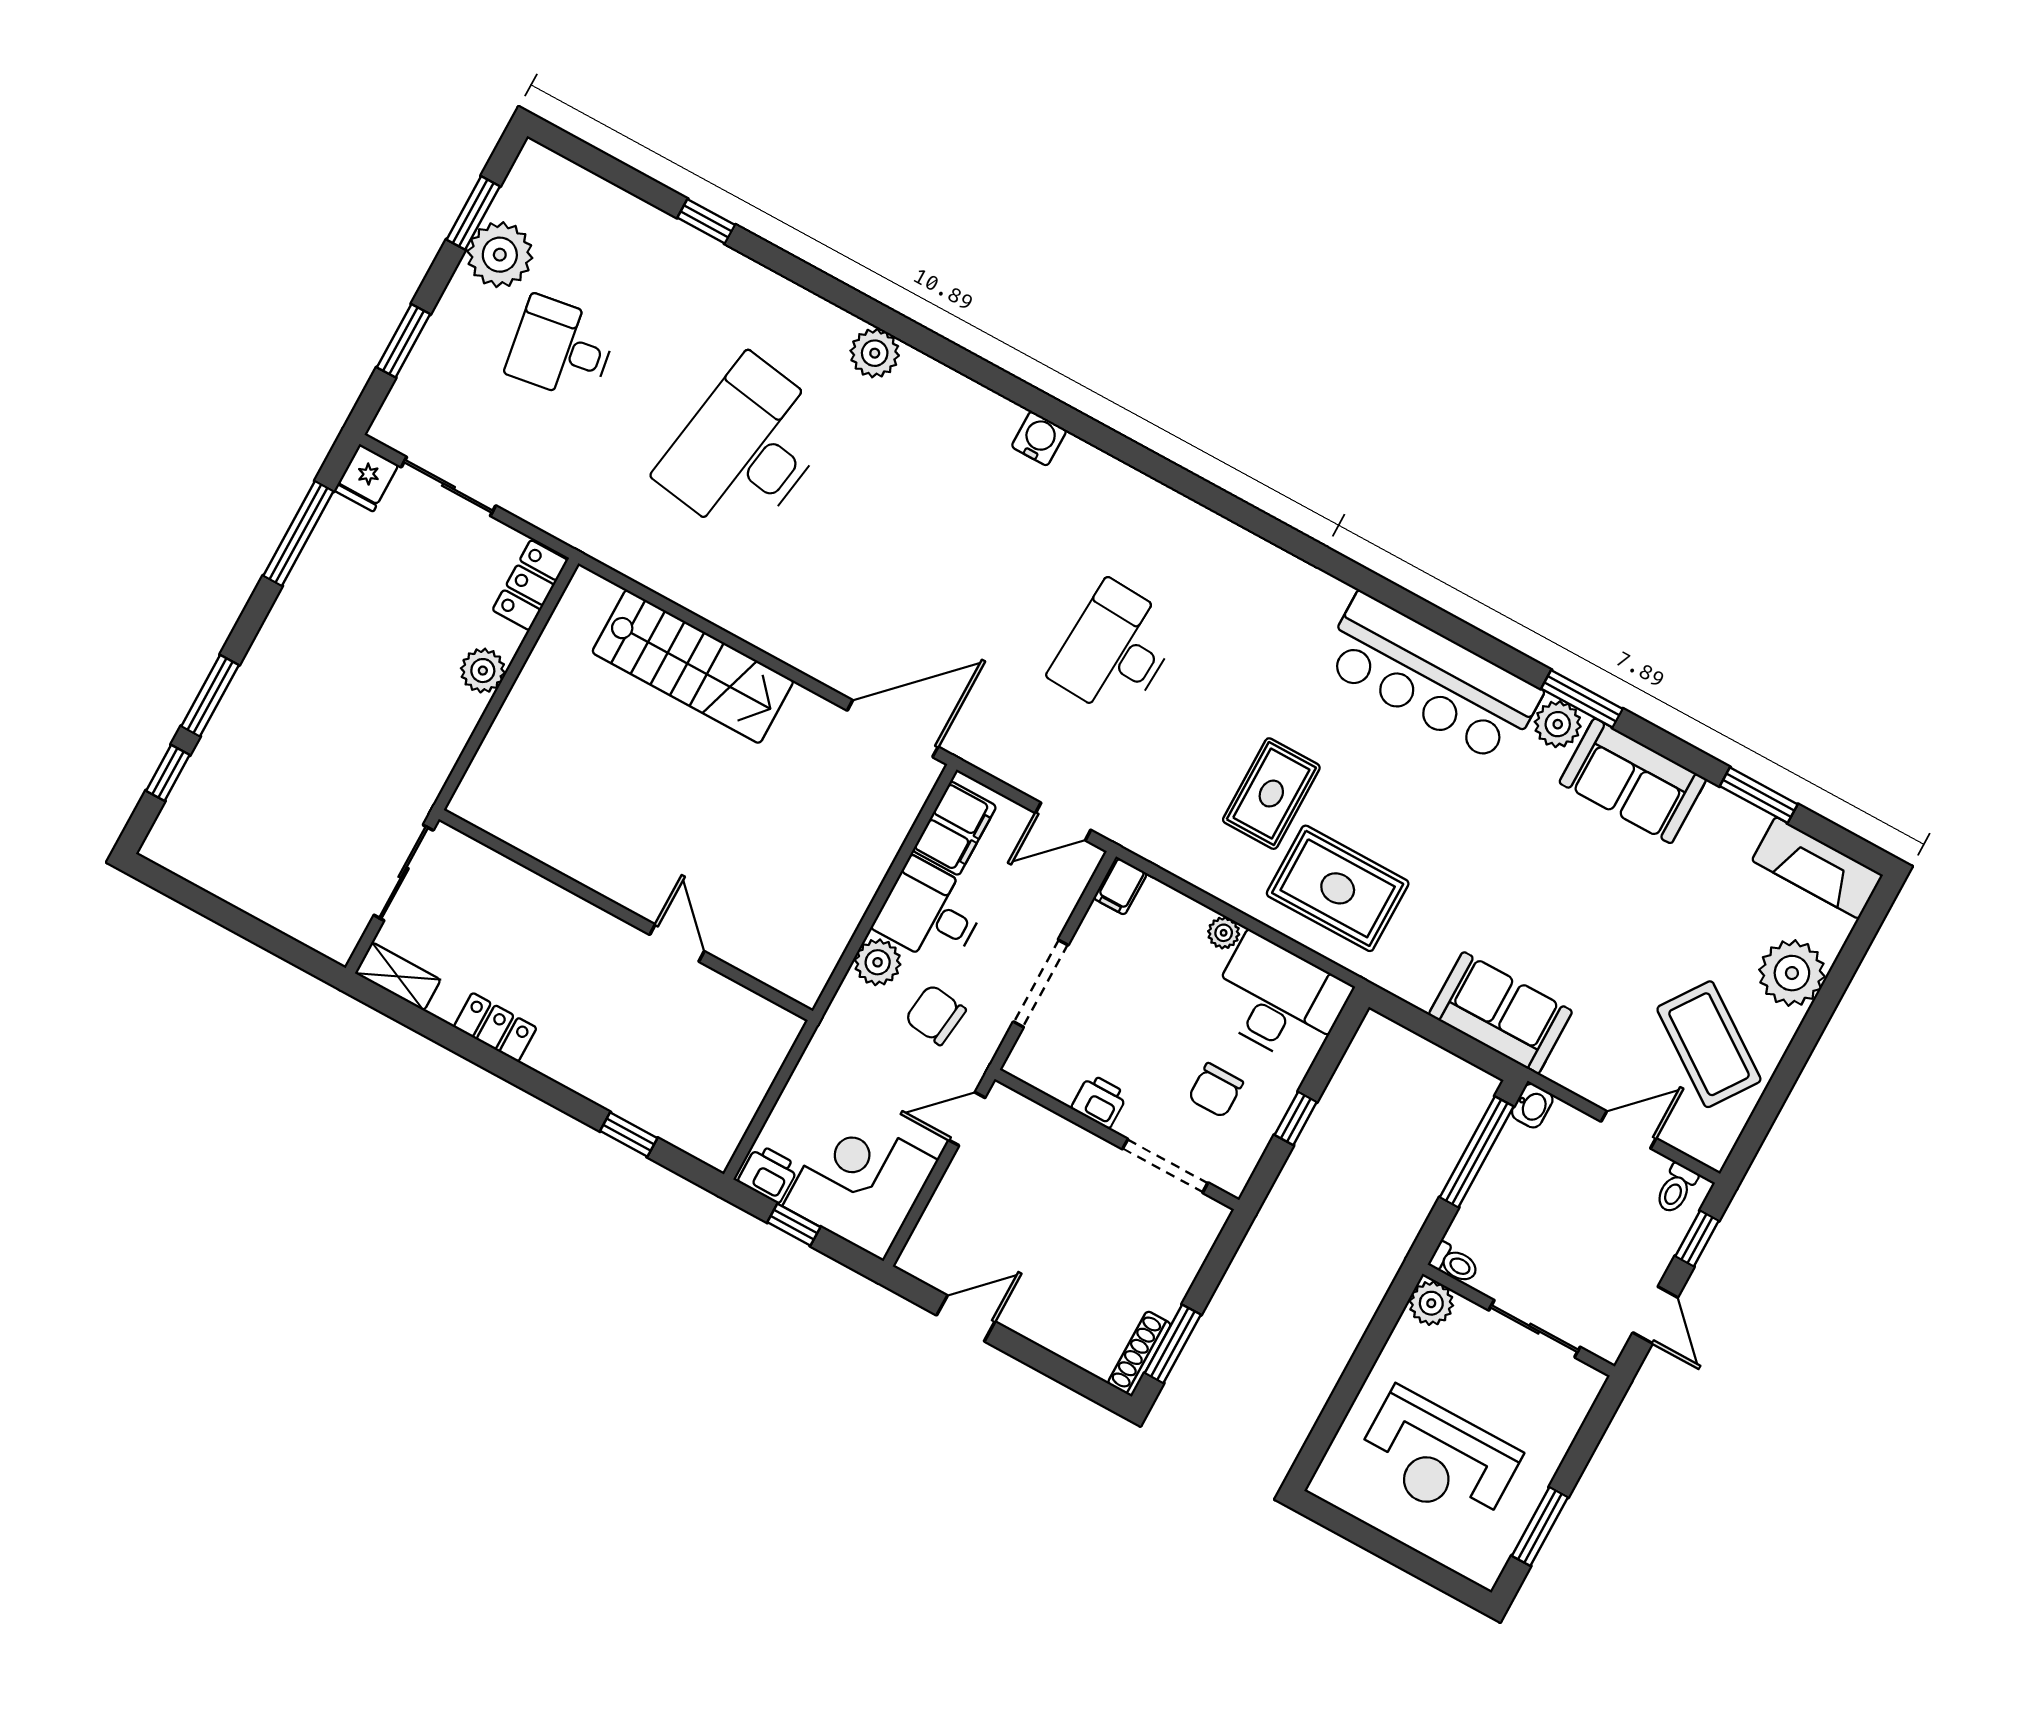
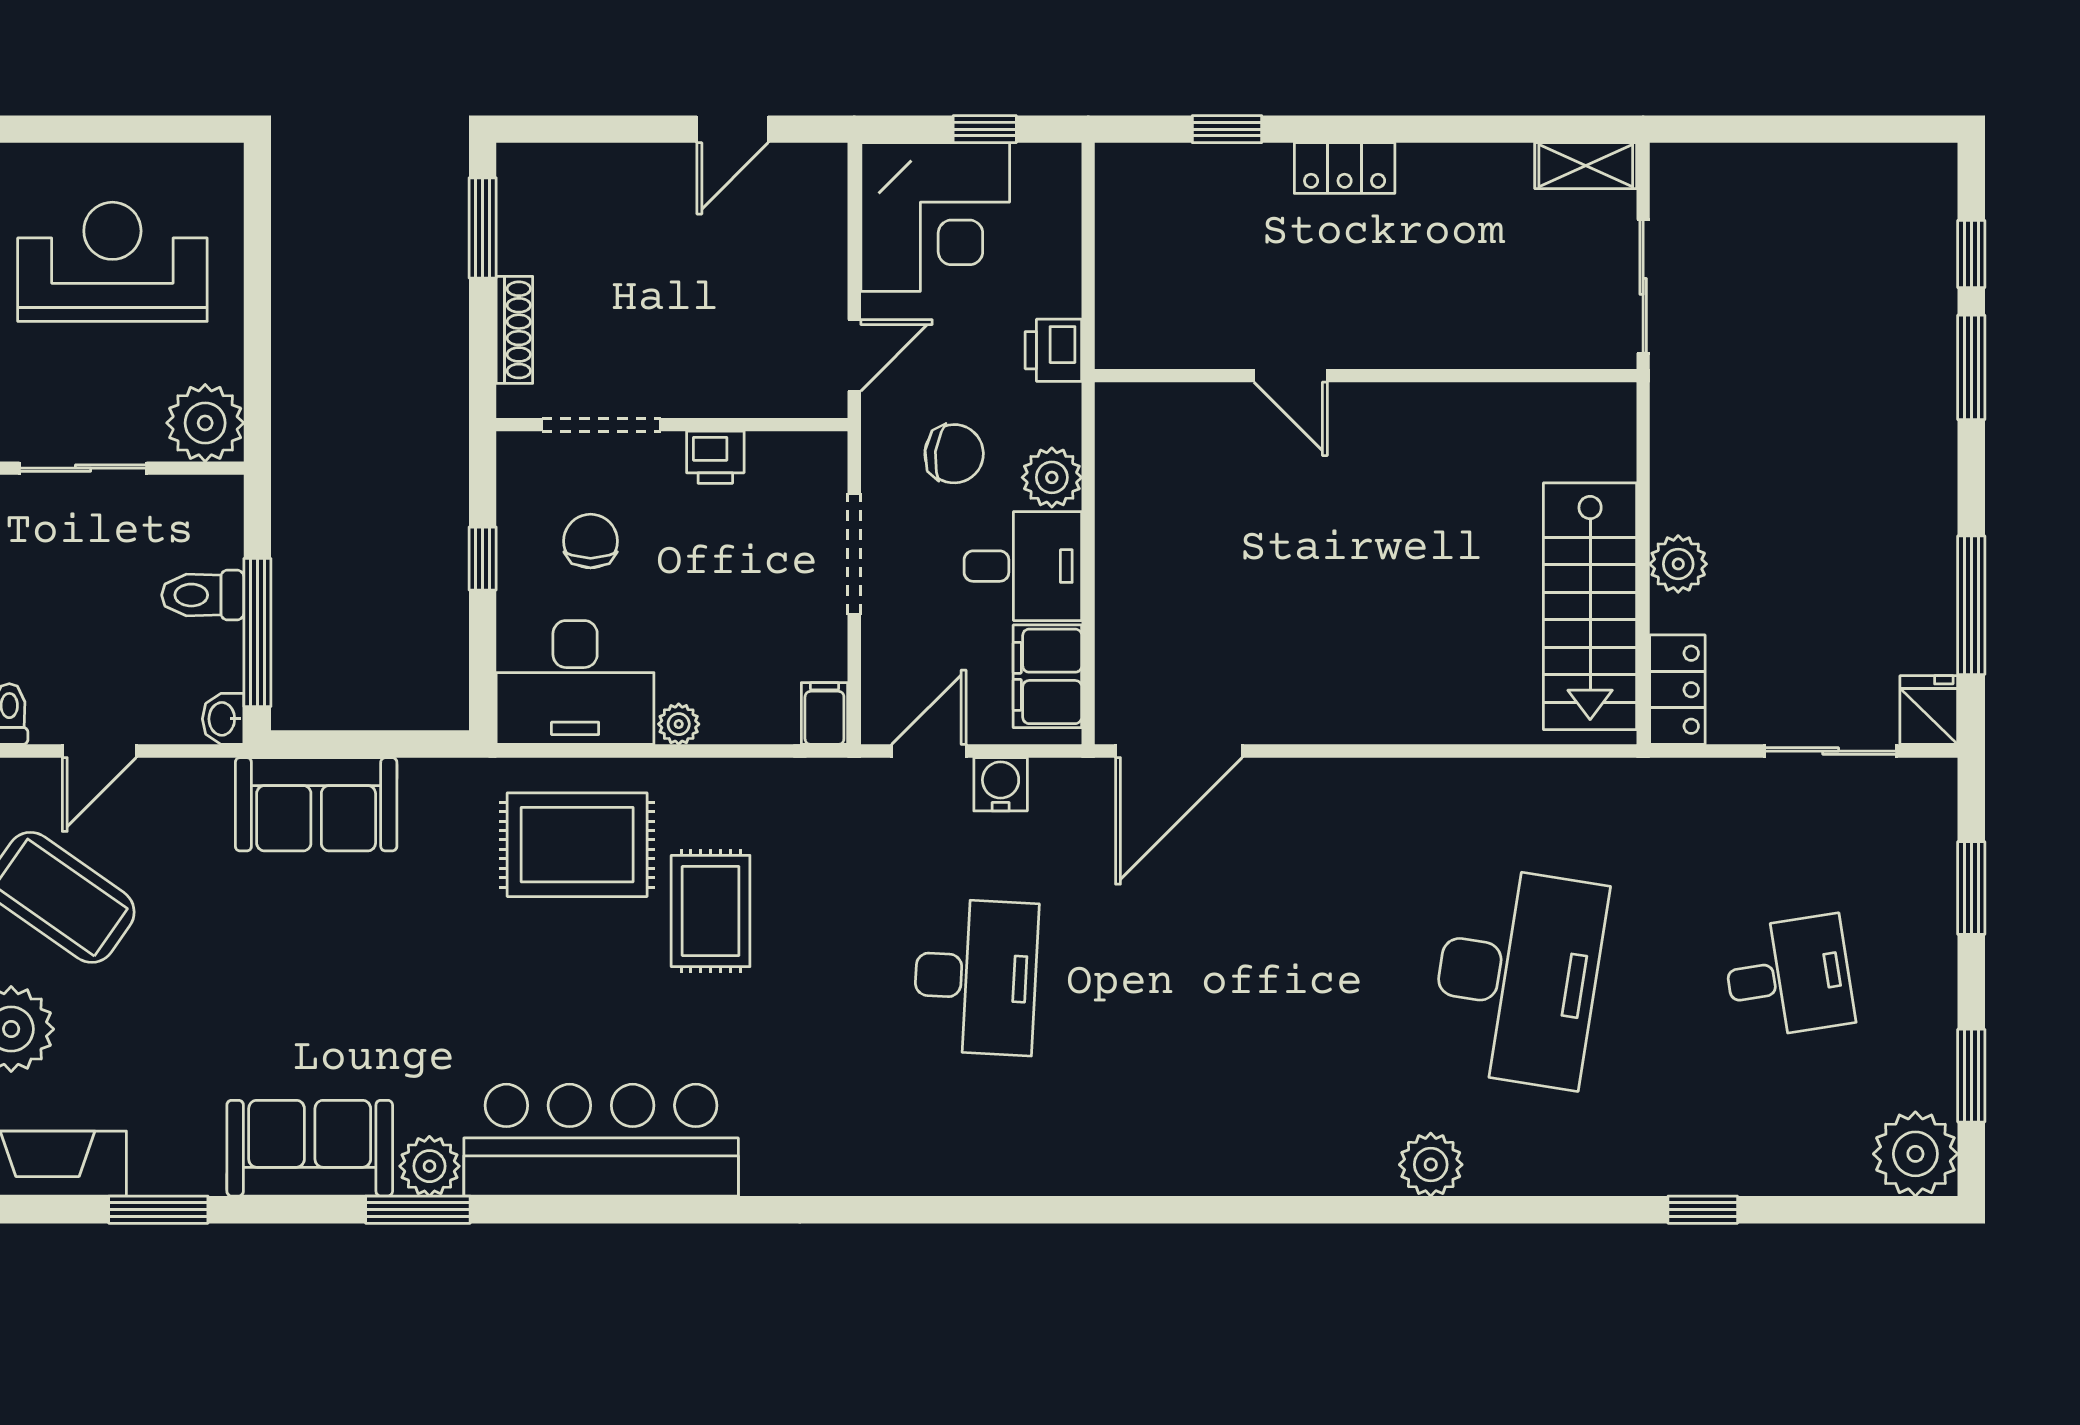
plant: (500, 255) -> (1915, 1154), moved
water cooler: (1039, 438) -> (1001, 784), moved, turned 180
stairs: (693, 667) -> (1590, 606), moved, turned -90
locker: (495, 1027) -> (1345, 168), moved
printer: (768, 1174) -> (1053, 350), moved, turned 90
toilet: (1454, 1263) -> (203, 595), moved, width x1.37, depth x1.39
plant: (1431, 1303) -> (205, 423), width x1.36, depth x1.36
shoe rack: (1139, 1354) -> (514, 330), moved

